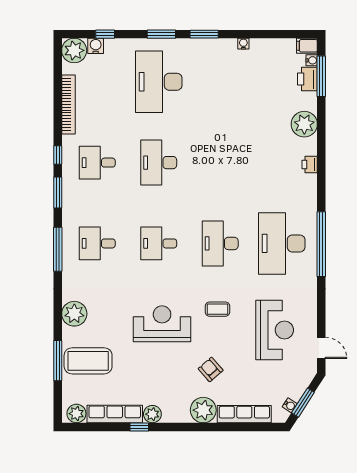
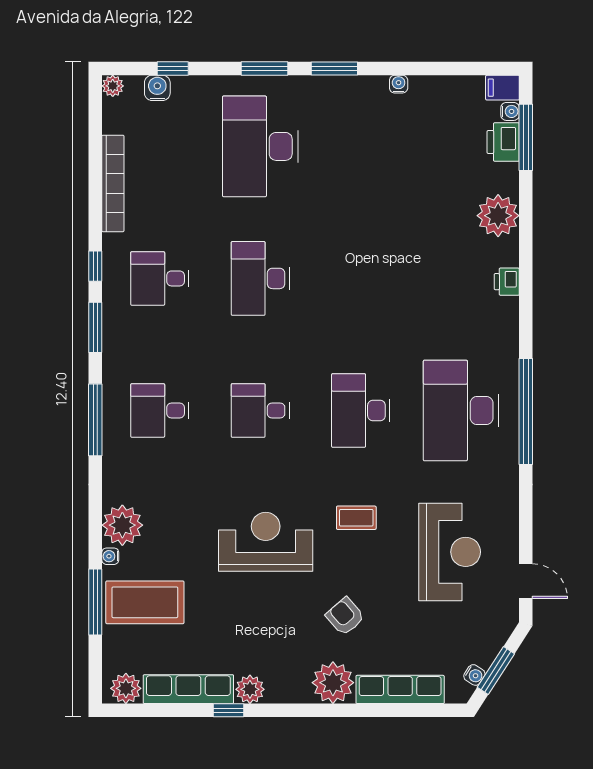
plant: (74, 50) -> (113, 86), width x0.53, depth x0.53
water cooler: (67, 333) -> (110, 556), added

